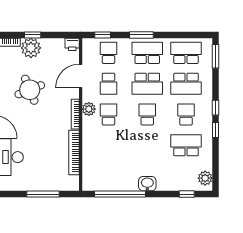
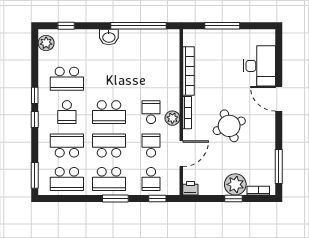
round table: (30, 90) -> (229, 126), moved
school desk: (108, 115) -> (151, 112), turned 180
school desk: (147, 115) -> (109, 112), width x1.85

